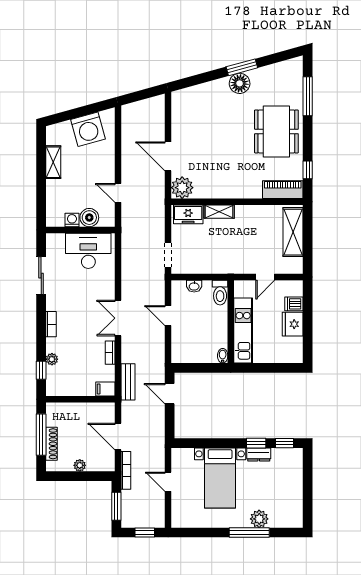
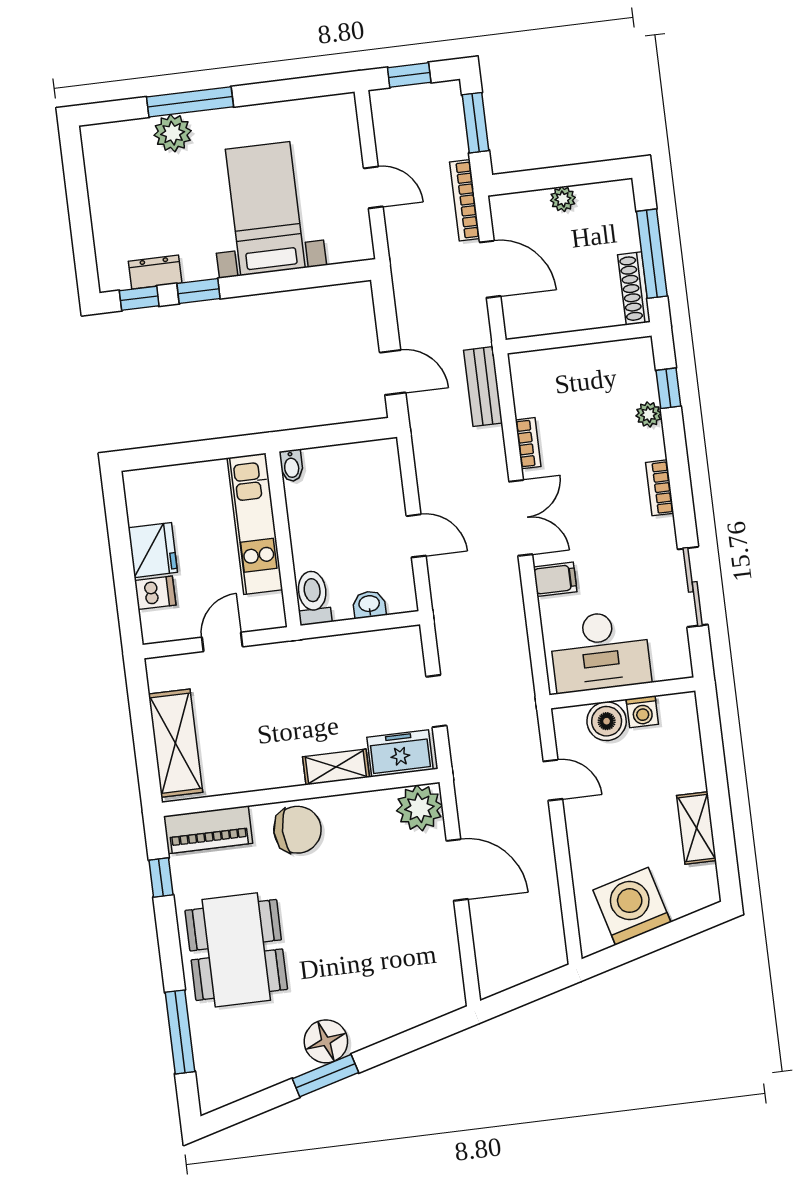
chair: (241, 184) -> (297, 830), added
doorway: (168, 255) -> (436, 701), moved
filing cabinet: (105, 389) -> (555, 579), moved
shoe rack: (51, 444) -> (634, 288), moved
dresser: (259, 455) -> (155, 272), moved

